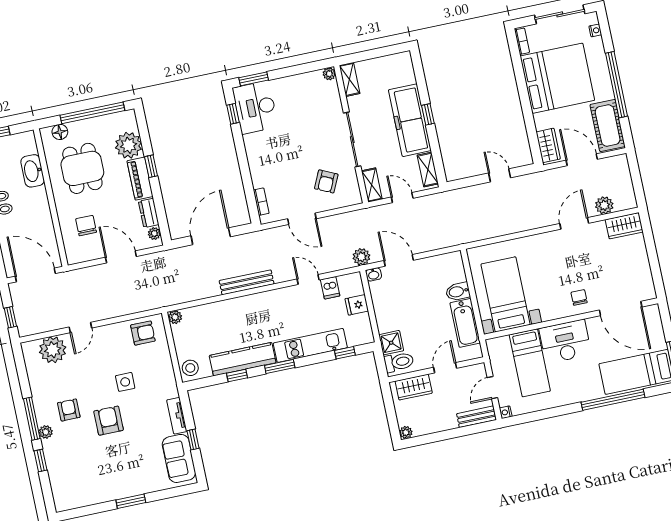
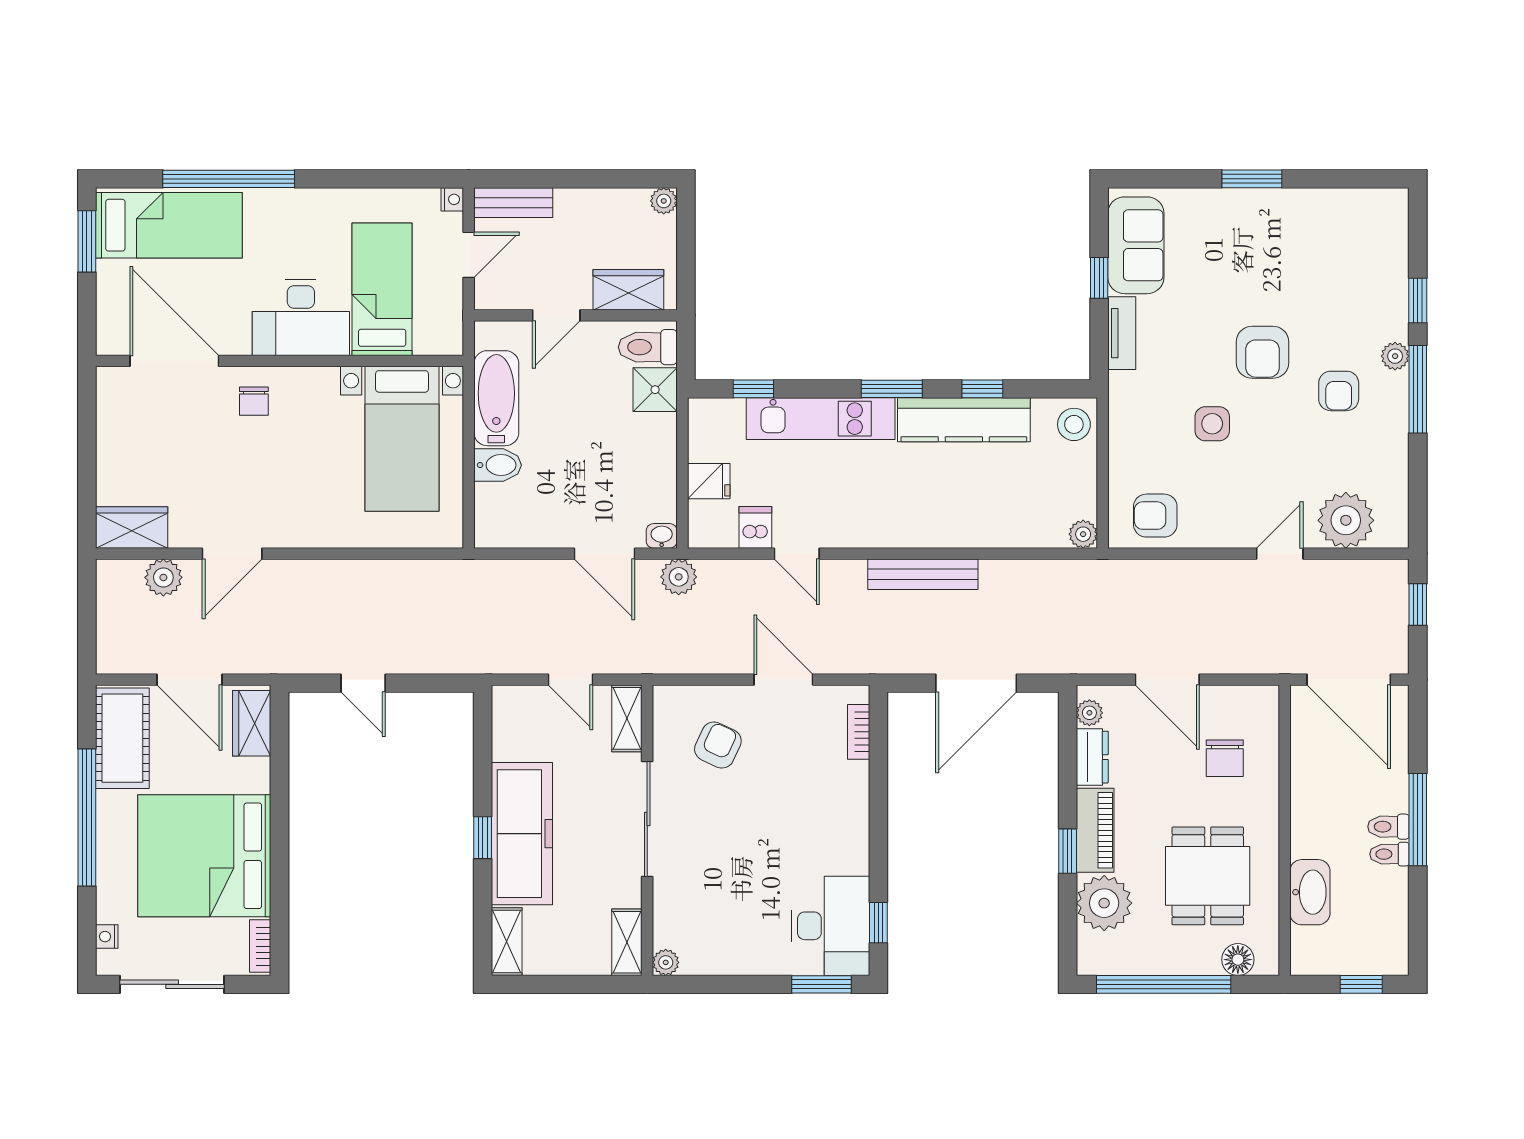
shelving: (428, 170) -> (507, 941), moved

